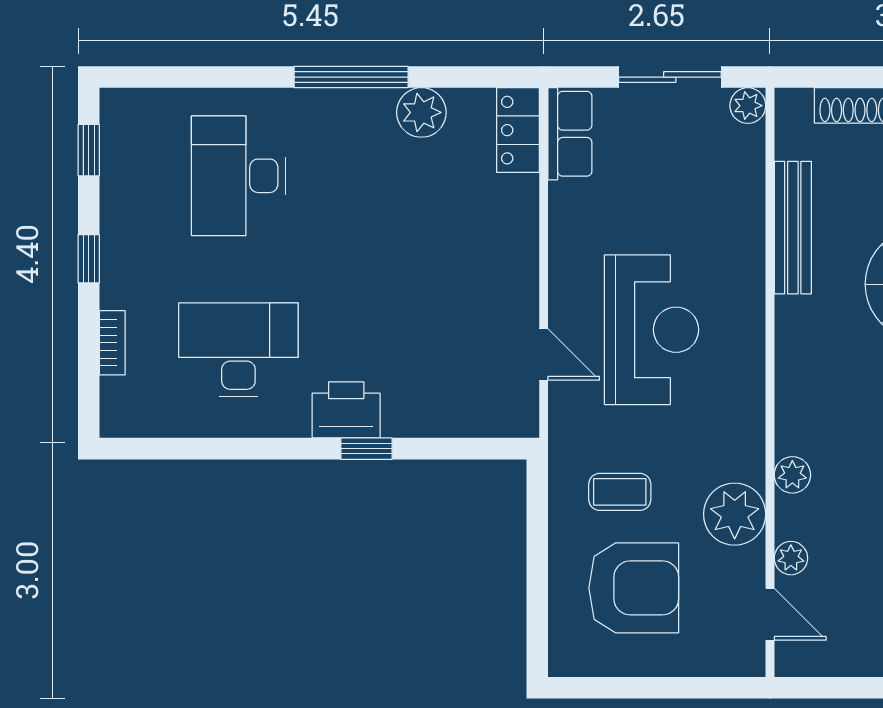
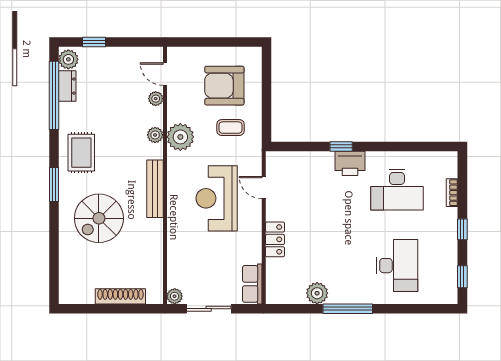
locker: (518, 130) -> (275, 239), moved
bench: (793, 228) -> (155, 189), moved
plant: (735, 514) -> (180, 137), moved

